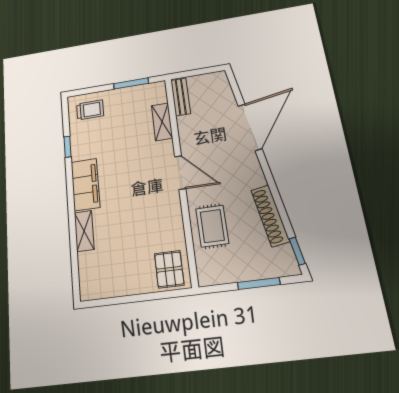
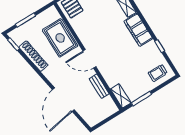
bench: (181, 97) -> (99, 86), moved
shelving: (162, 122) -> (121, 96), moved
rug: (212, 226) -> (60, 38), width x1.36, depth x1.43

